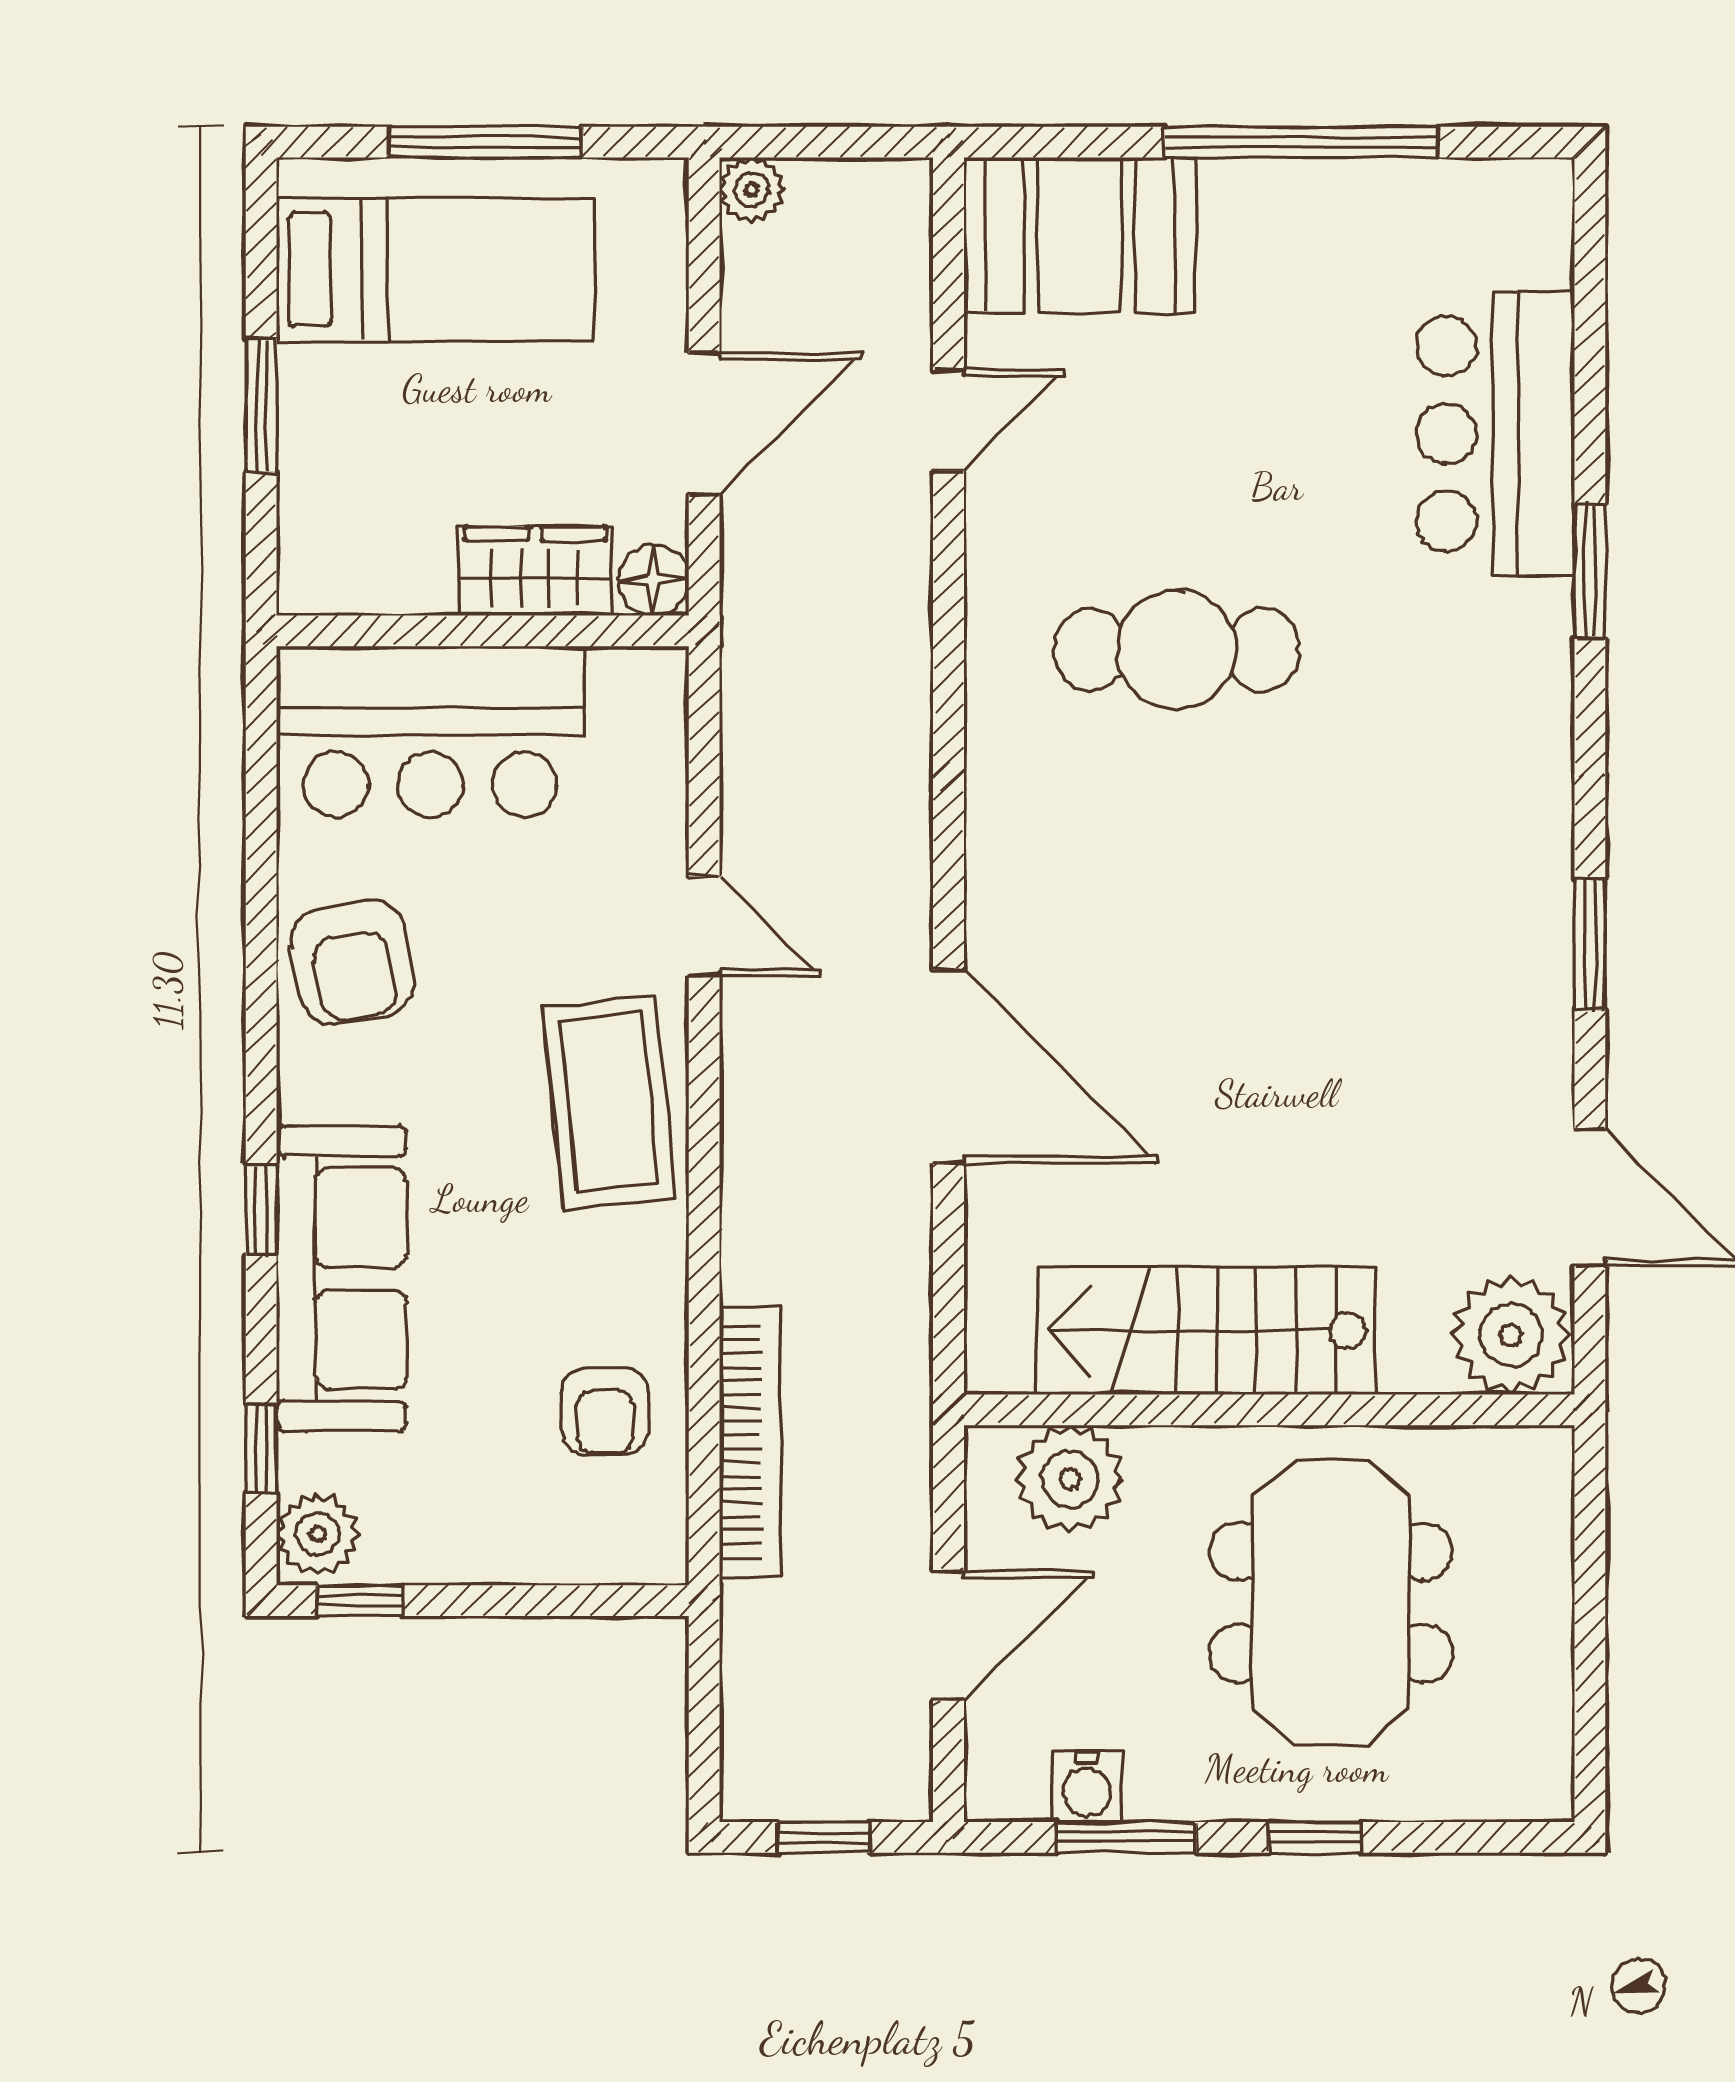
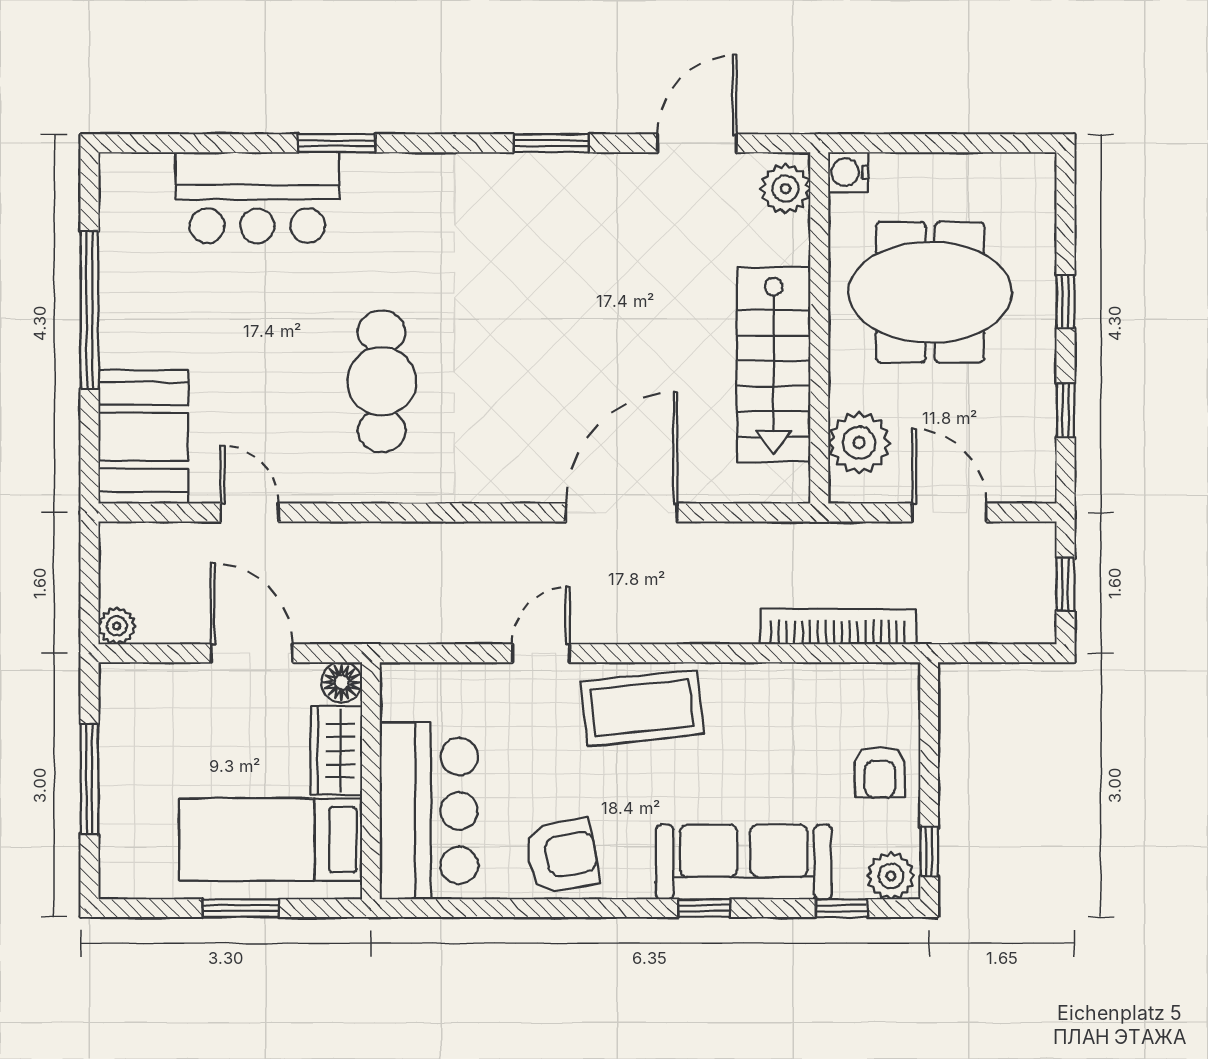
bed: (435, 269) -> (271, 840), moved, turned -90
plant: (1511, 1335) -> (785, 189), width x0.73, depth x0.73
armchair: (605, 1411) -> (880, 772), moved, turned 90
water cooler: (1087, 1787) -> (848, 172), moved, turned 180
window: (1126, 1837) -> (1065, 410), width x0.67

